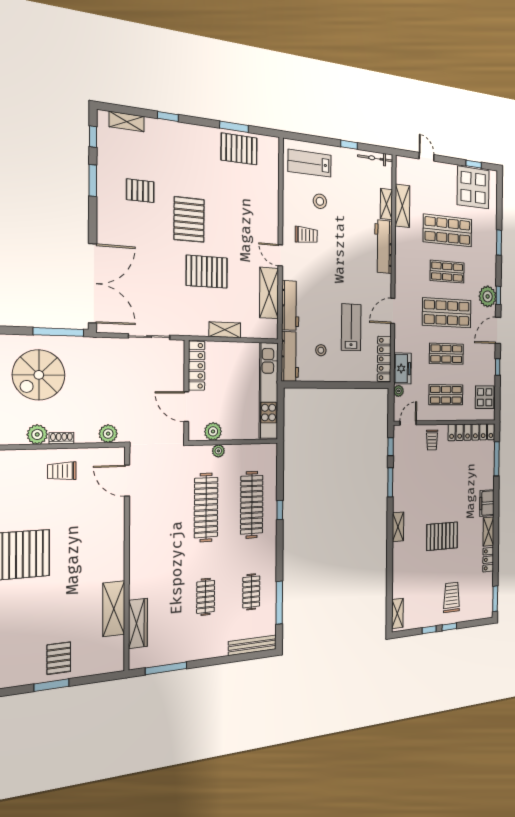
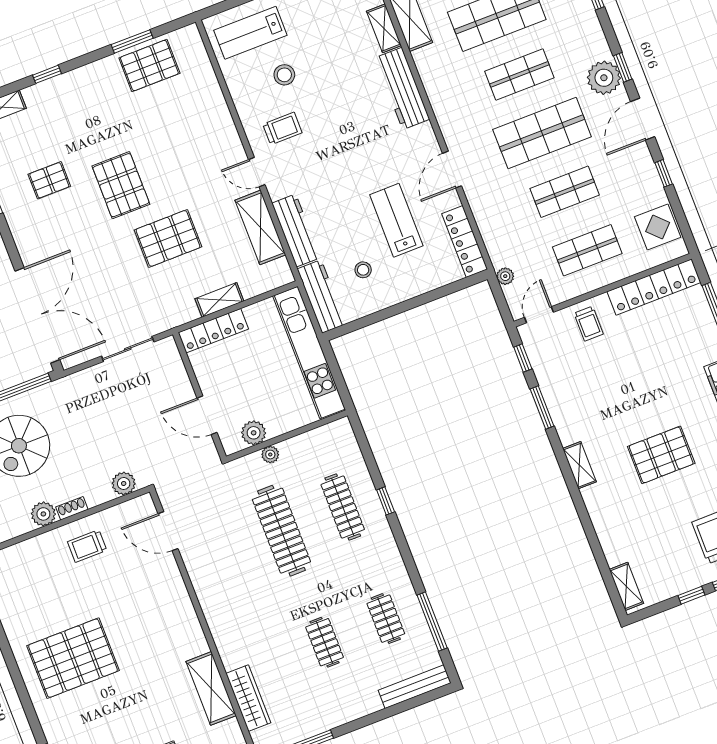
locker: (197, 366) -> (213, 331), moved, turned 90
freezer: (402, 368) -> (499, 243), removed
clothes rail: (252, 505) -> (343, 507), width x0.73, depth x0.76

